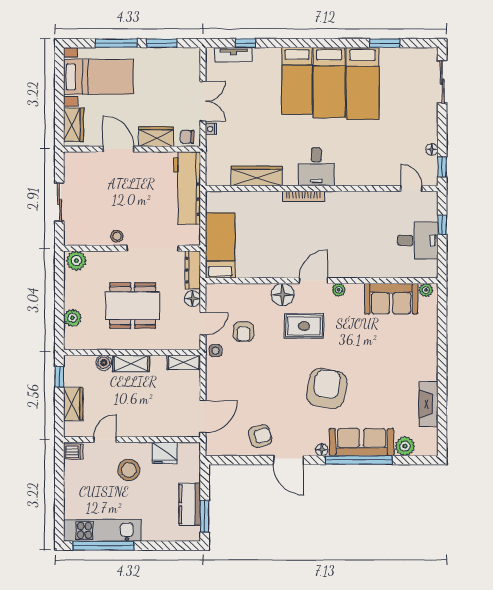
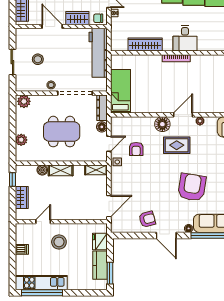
stool: (97, 198) -> (38, 59), added
dishwasher: (73, 452) -> (22, 249), moved
fridge: (164, 453) -> (100, 242), moved, turned 90

